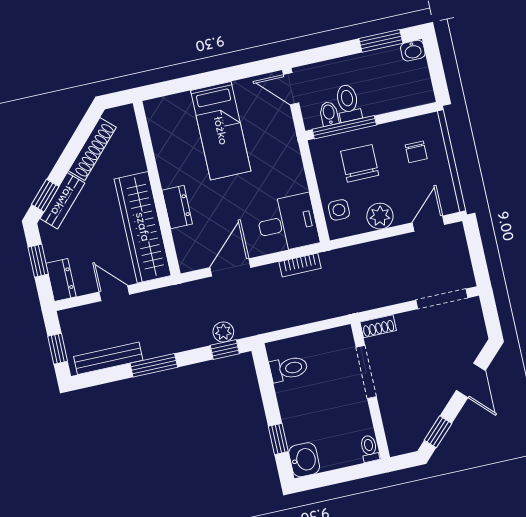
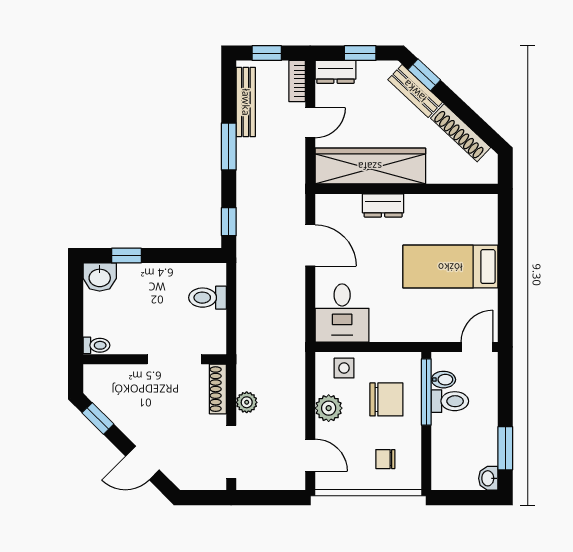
bookcase: (300, 265) -> (297, 81), moved
shoe rack: (378, 326) -> (218, 389), width x1.43
plant: (223, 332) -> (247, 402), moved
toilet: (289, 369) -> (207, 298), moved, turned 90

